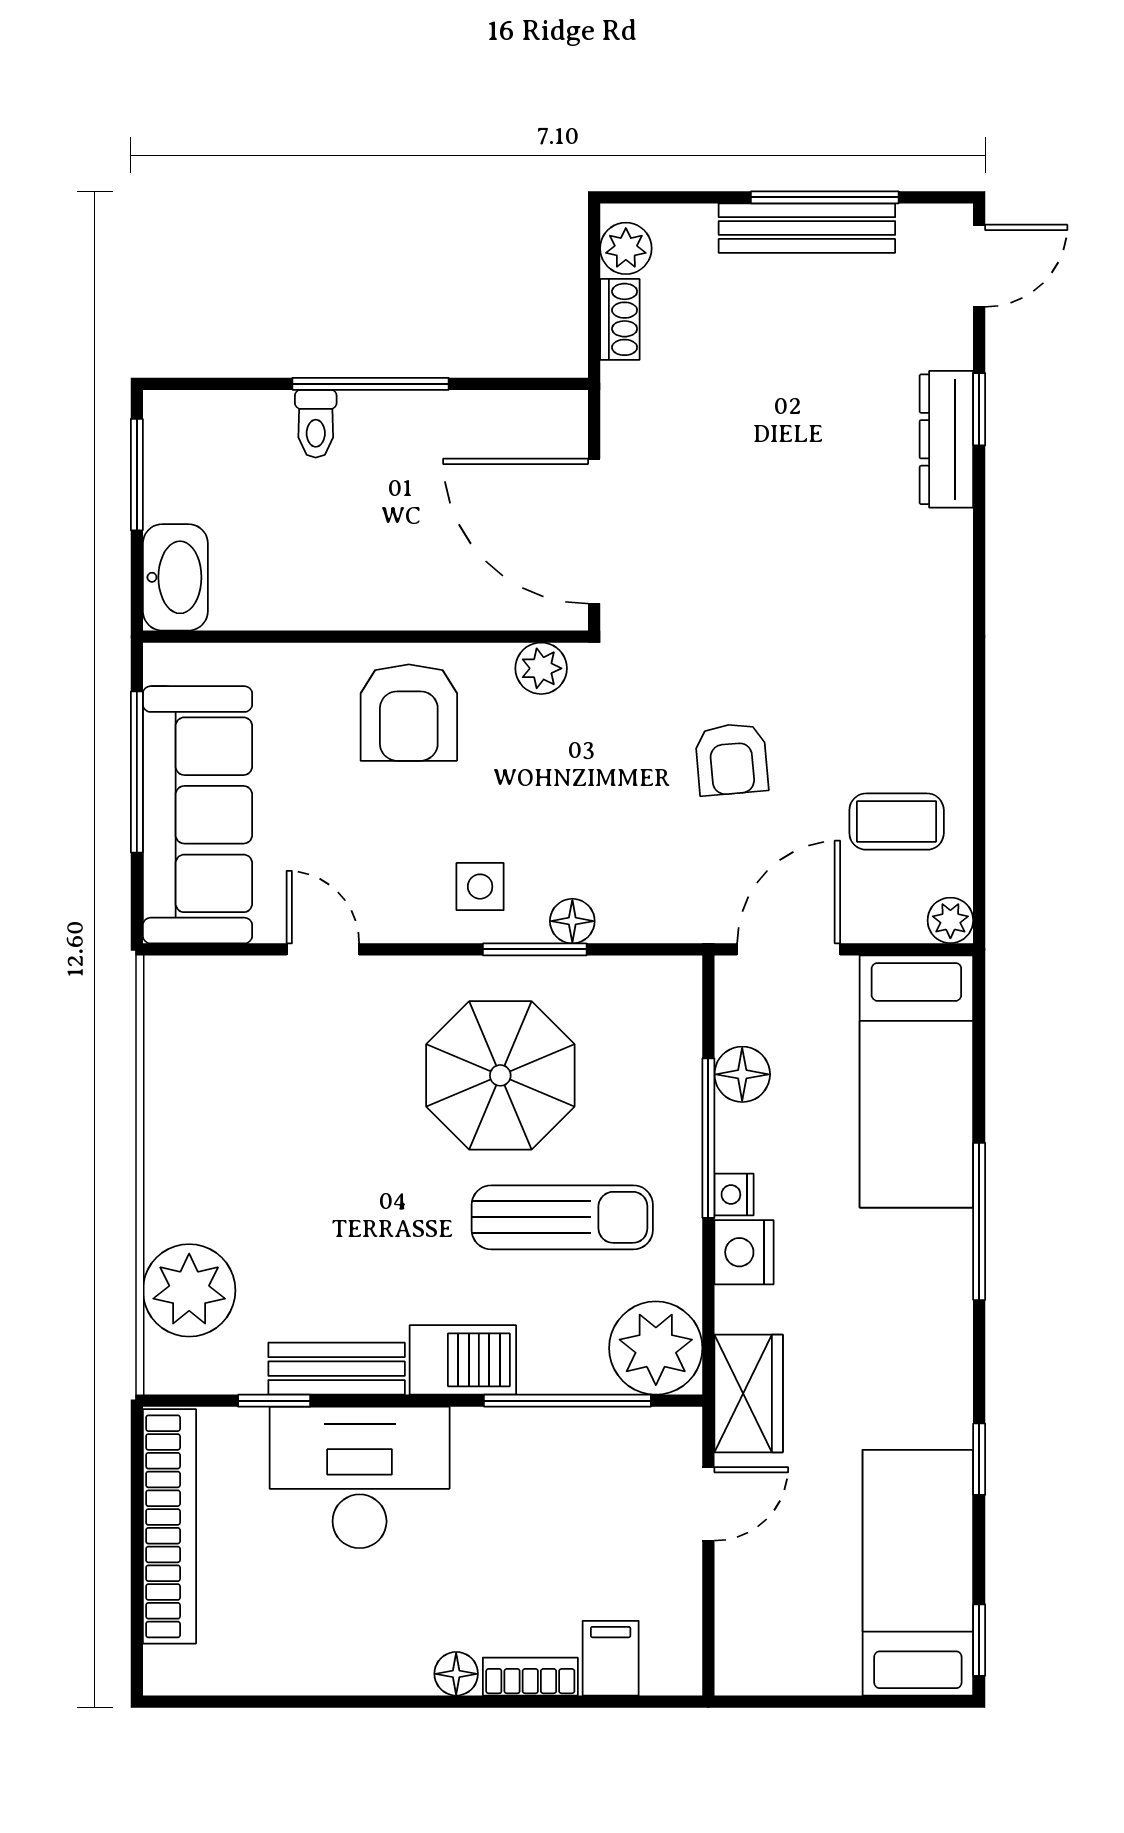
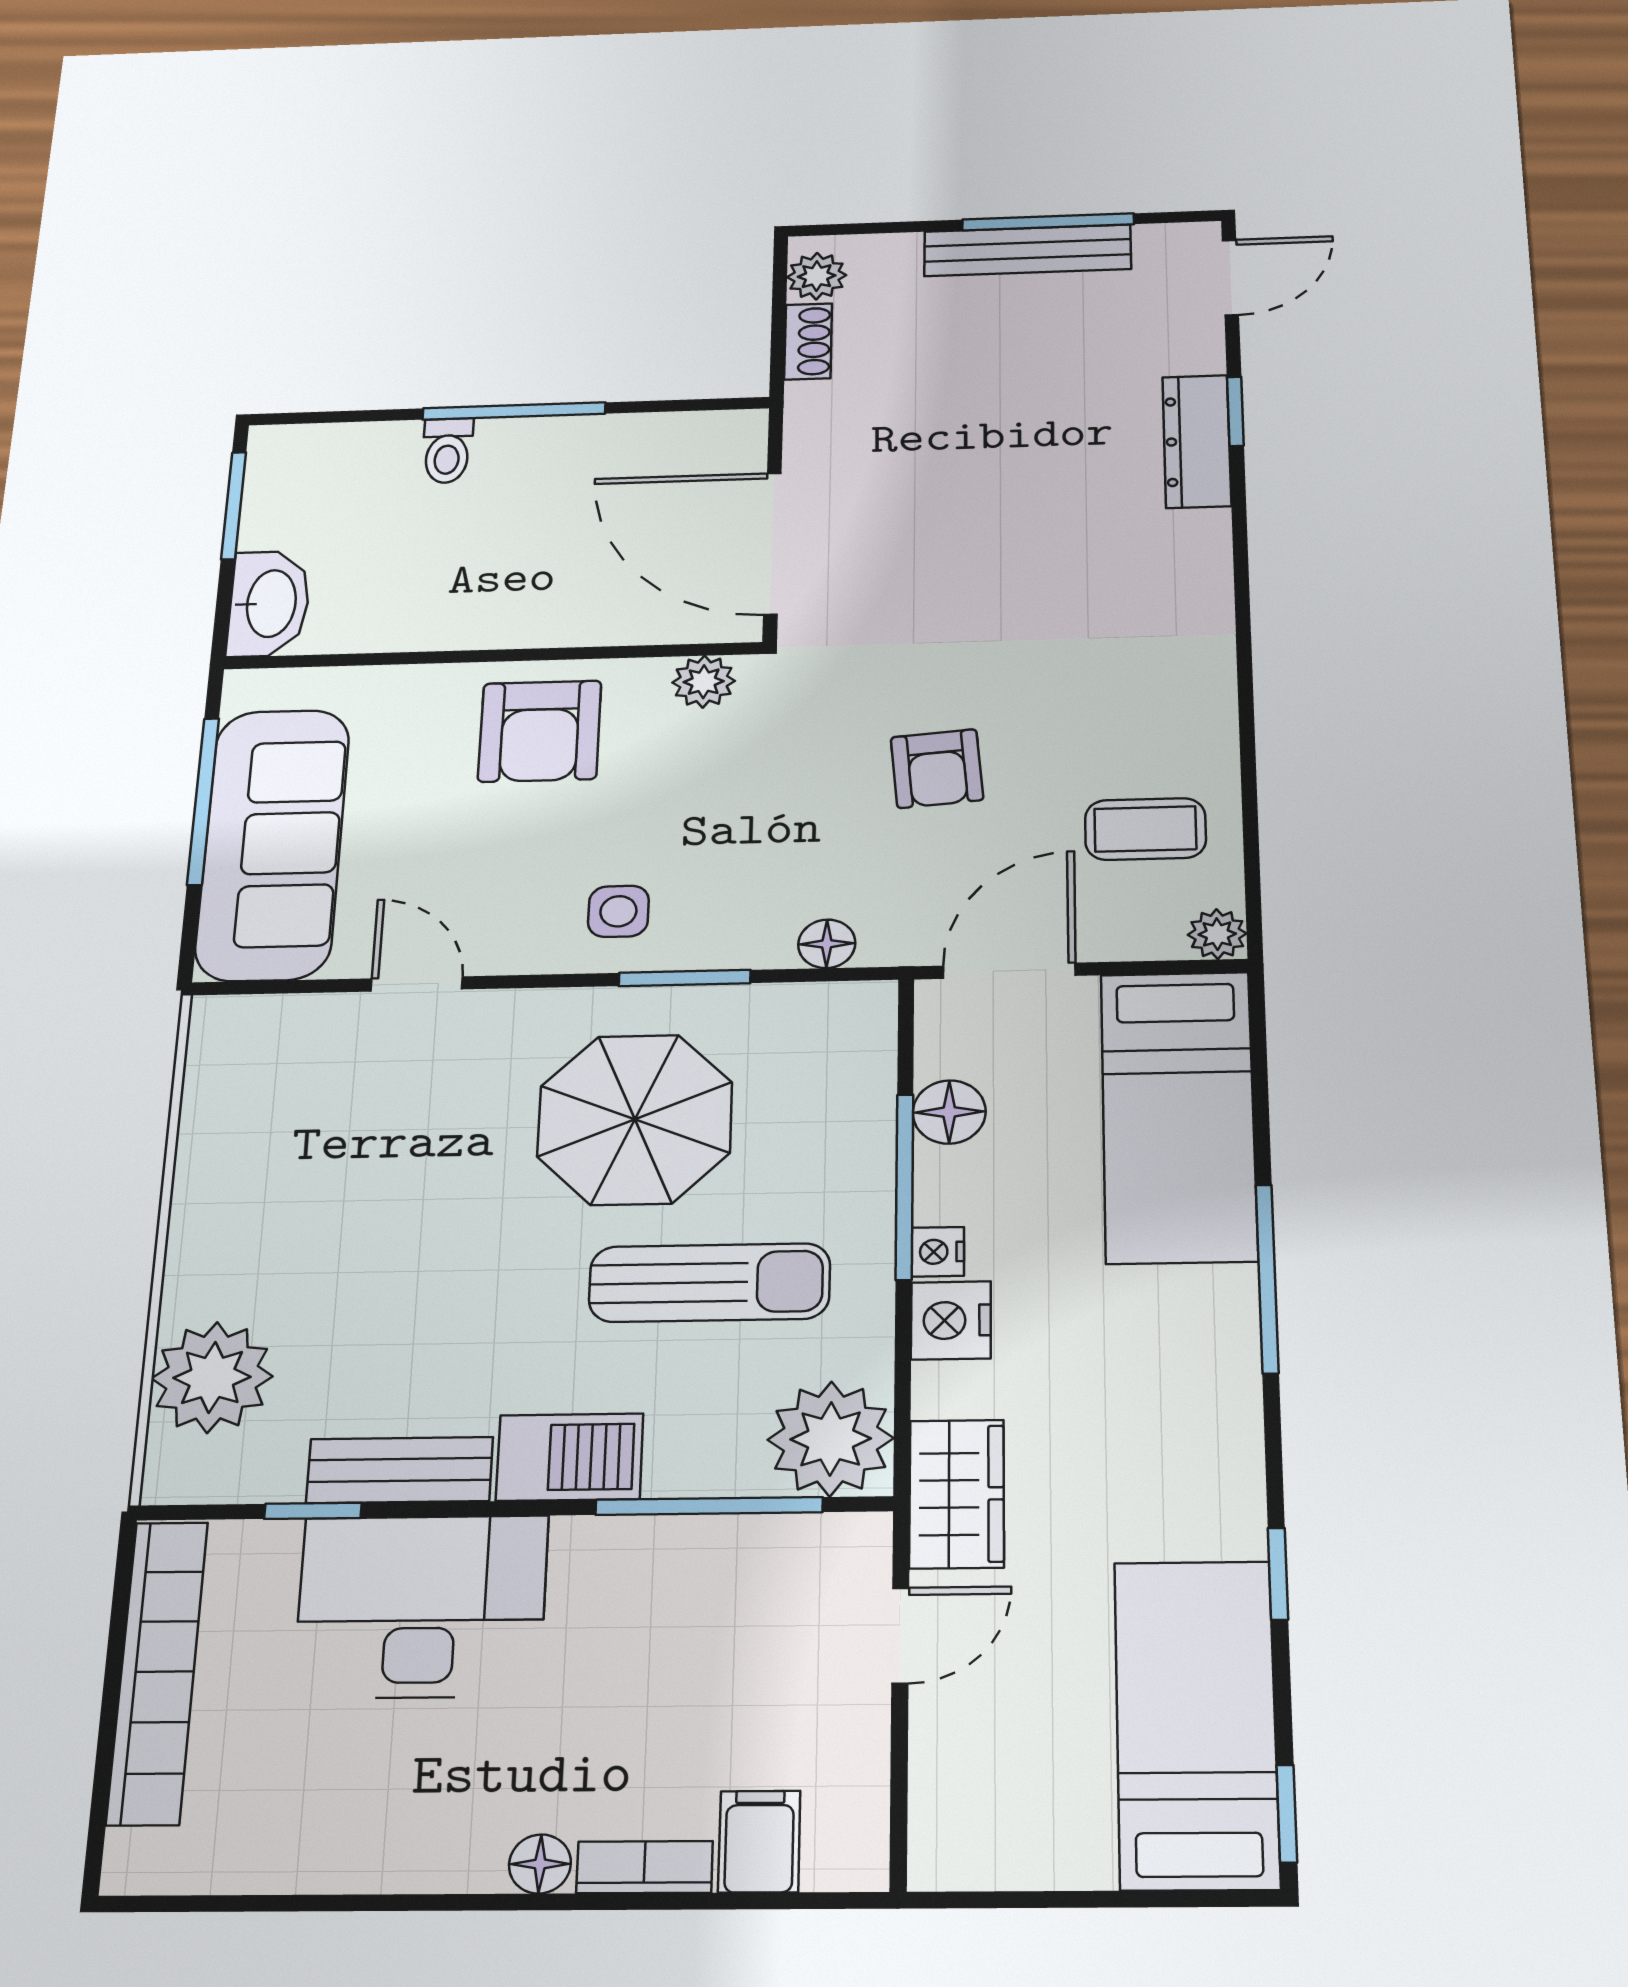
floor lamp: (572, 921) -> (827, 944), moved

